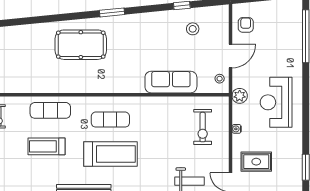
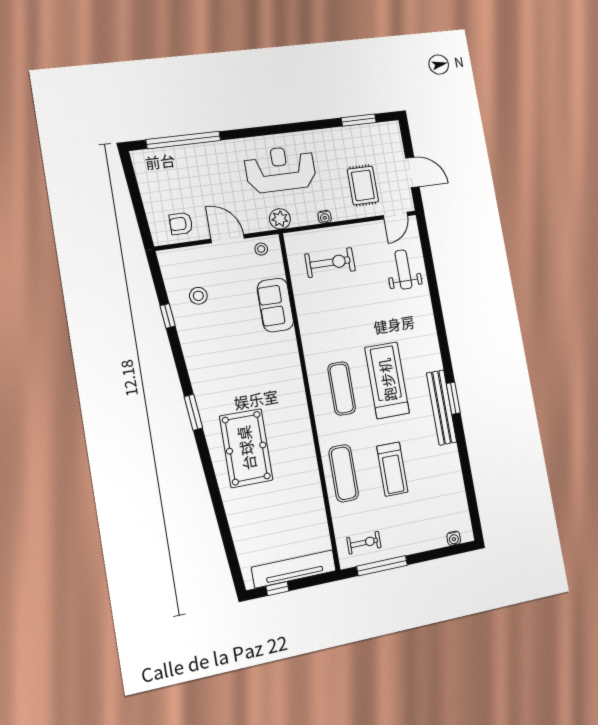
sofa: (171, 82) -> (275, 305), width x0.73
reception desk: (276, 102) -> (280, 169), turned 180

